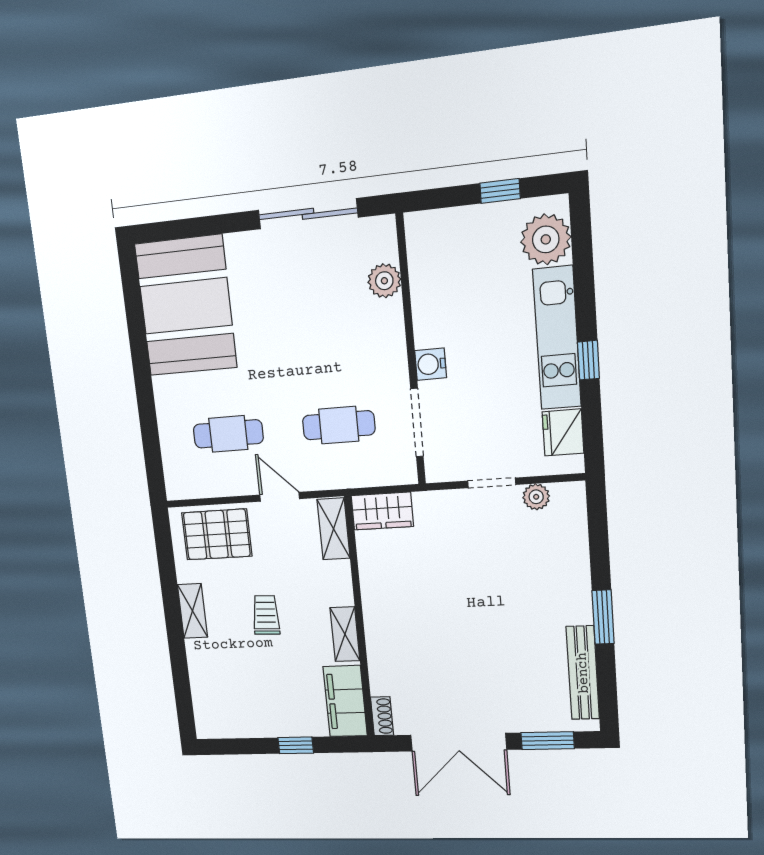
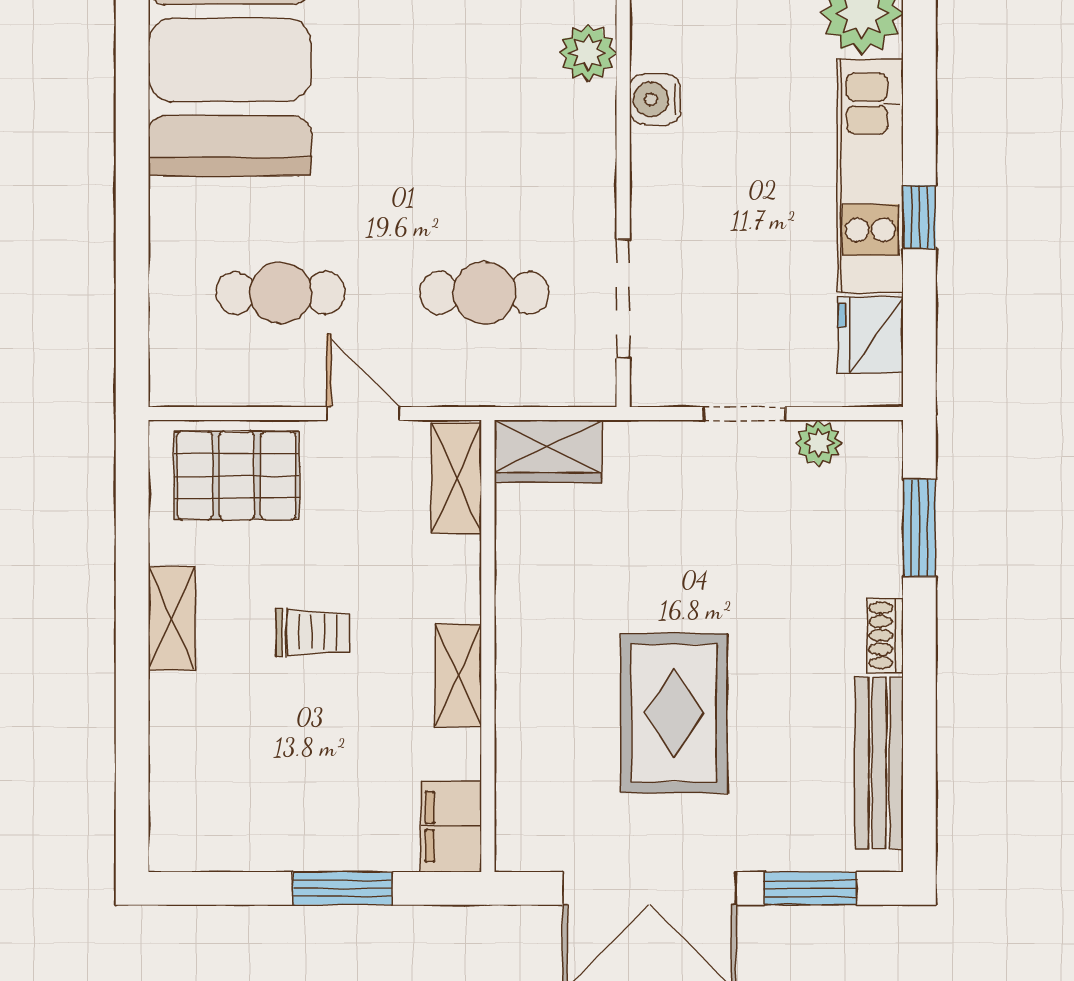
water cooler: (431, 364) -> (655, 99), moved
trolley: (266, 615) -> (313, 632), turned 88
window: (603, 617) -> (919, 528), moved
rug: (464, 650) -> (674, 713), added
filing cabinet: (345, 701) -> (451, 827), width x0.67, depth x0.86
shoe rack: (382, 716) -> (885, 635), moved, turned 180
window: (296, 745) -> (342, 888), width x1.50

